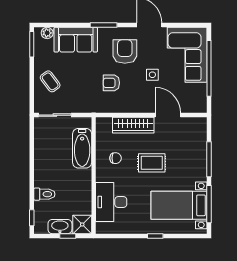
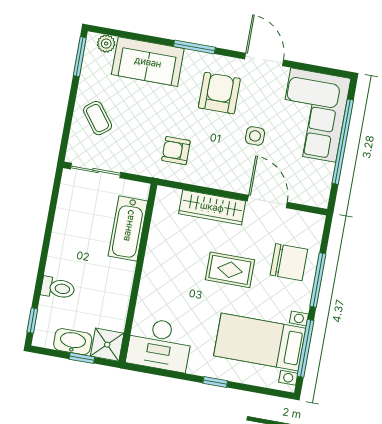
armchair: (111, 83) -> (176, 151), moved
chair: (115, 158) -> (289, 262), moved, width x1.87, depth x1.87
desk: (111, 202) -> (159, 344), moved, turned -90

